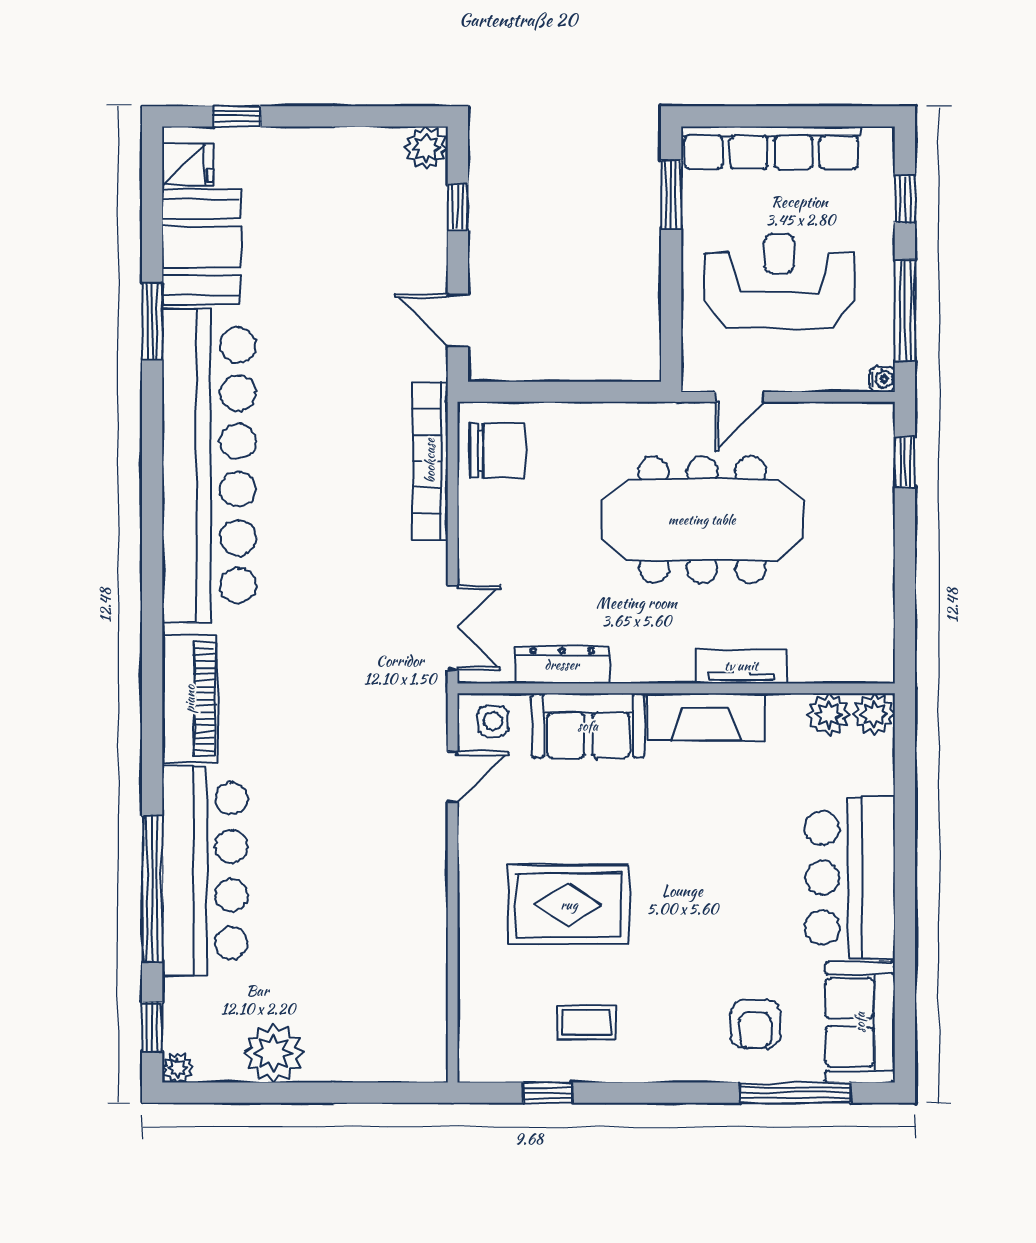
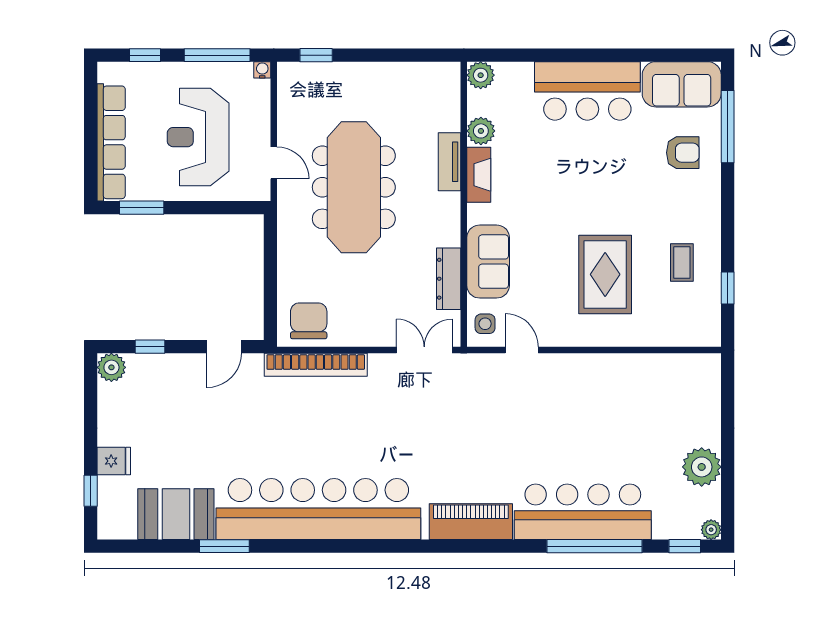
fridge: (188, 164) -> (114, 461), moved, turned 90
plant: (829, 715) -> (481, 131), moved
fireplace: (706, 717) -> (479, 175), width x0.73, depth x0.76

